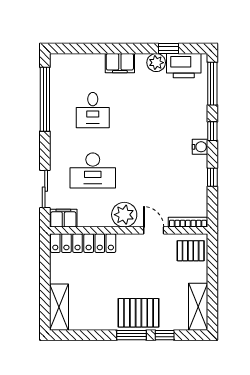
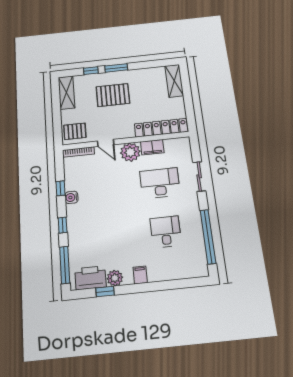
filing cabinet: (120, 63) -> (140, 275), width x0.50
water cooler: (200, 147) -> (71, 197), moved
sliding door: (45, 189) -> (199, 176), moved
filing cabinet: (63, 218) -> (152, 147), moved
pallet: (139, 313) -> (113, 95), moved

